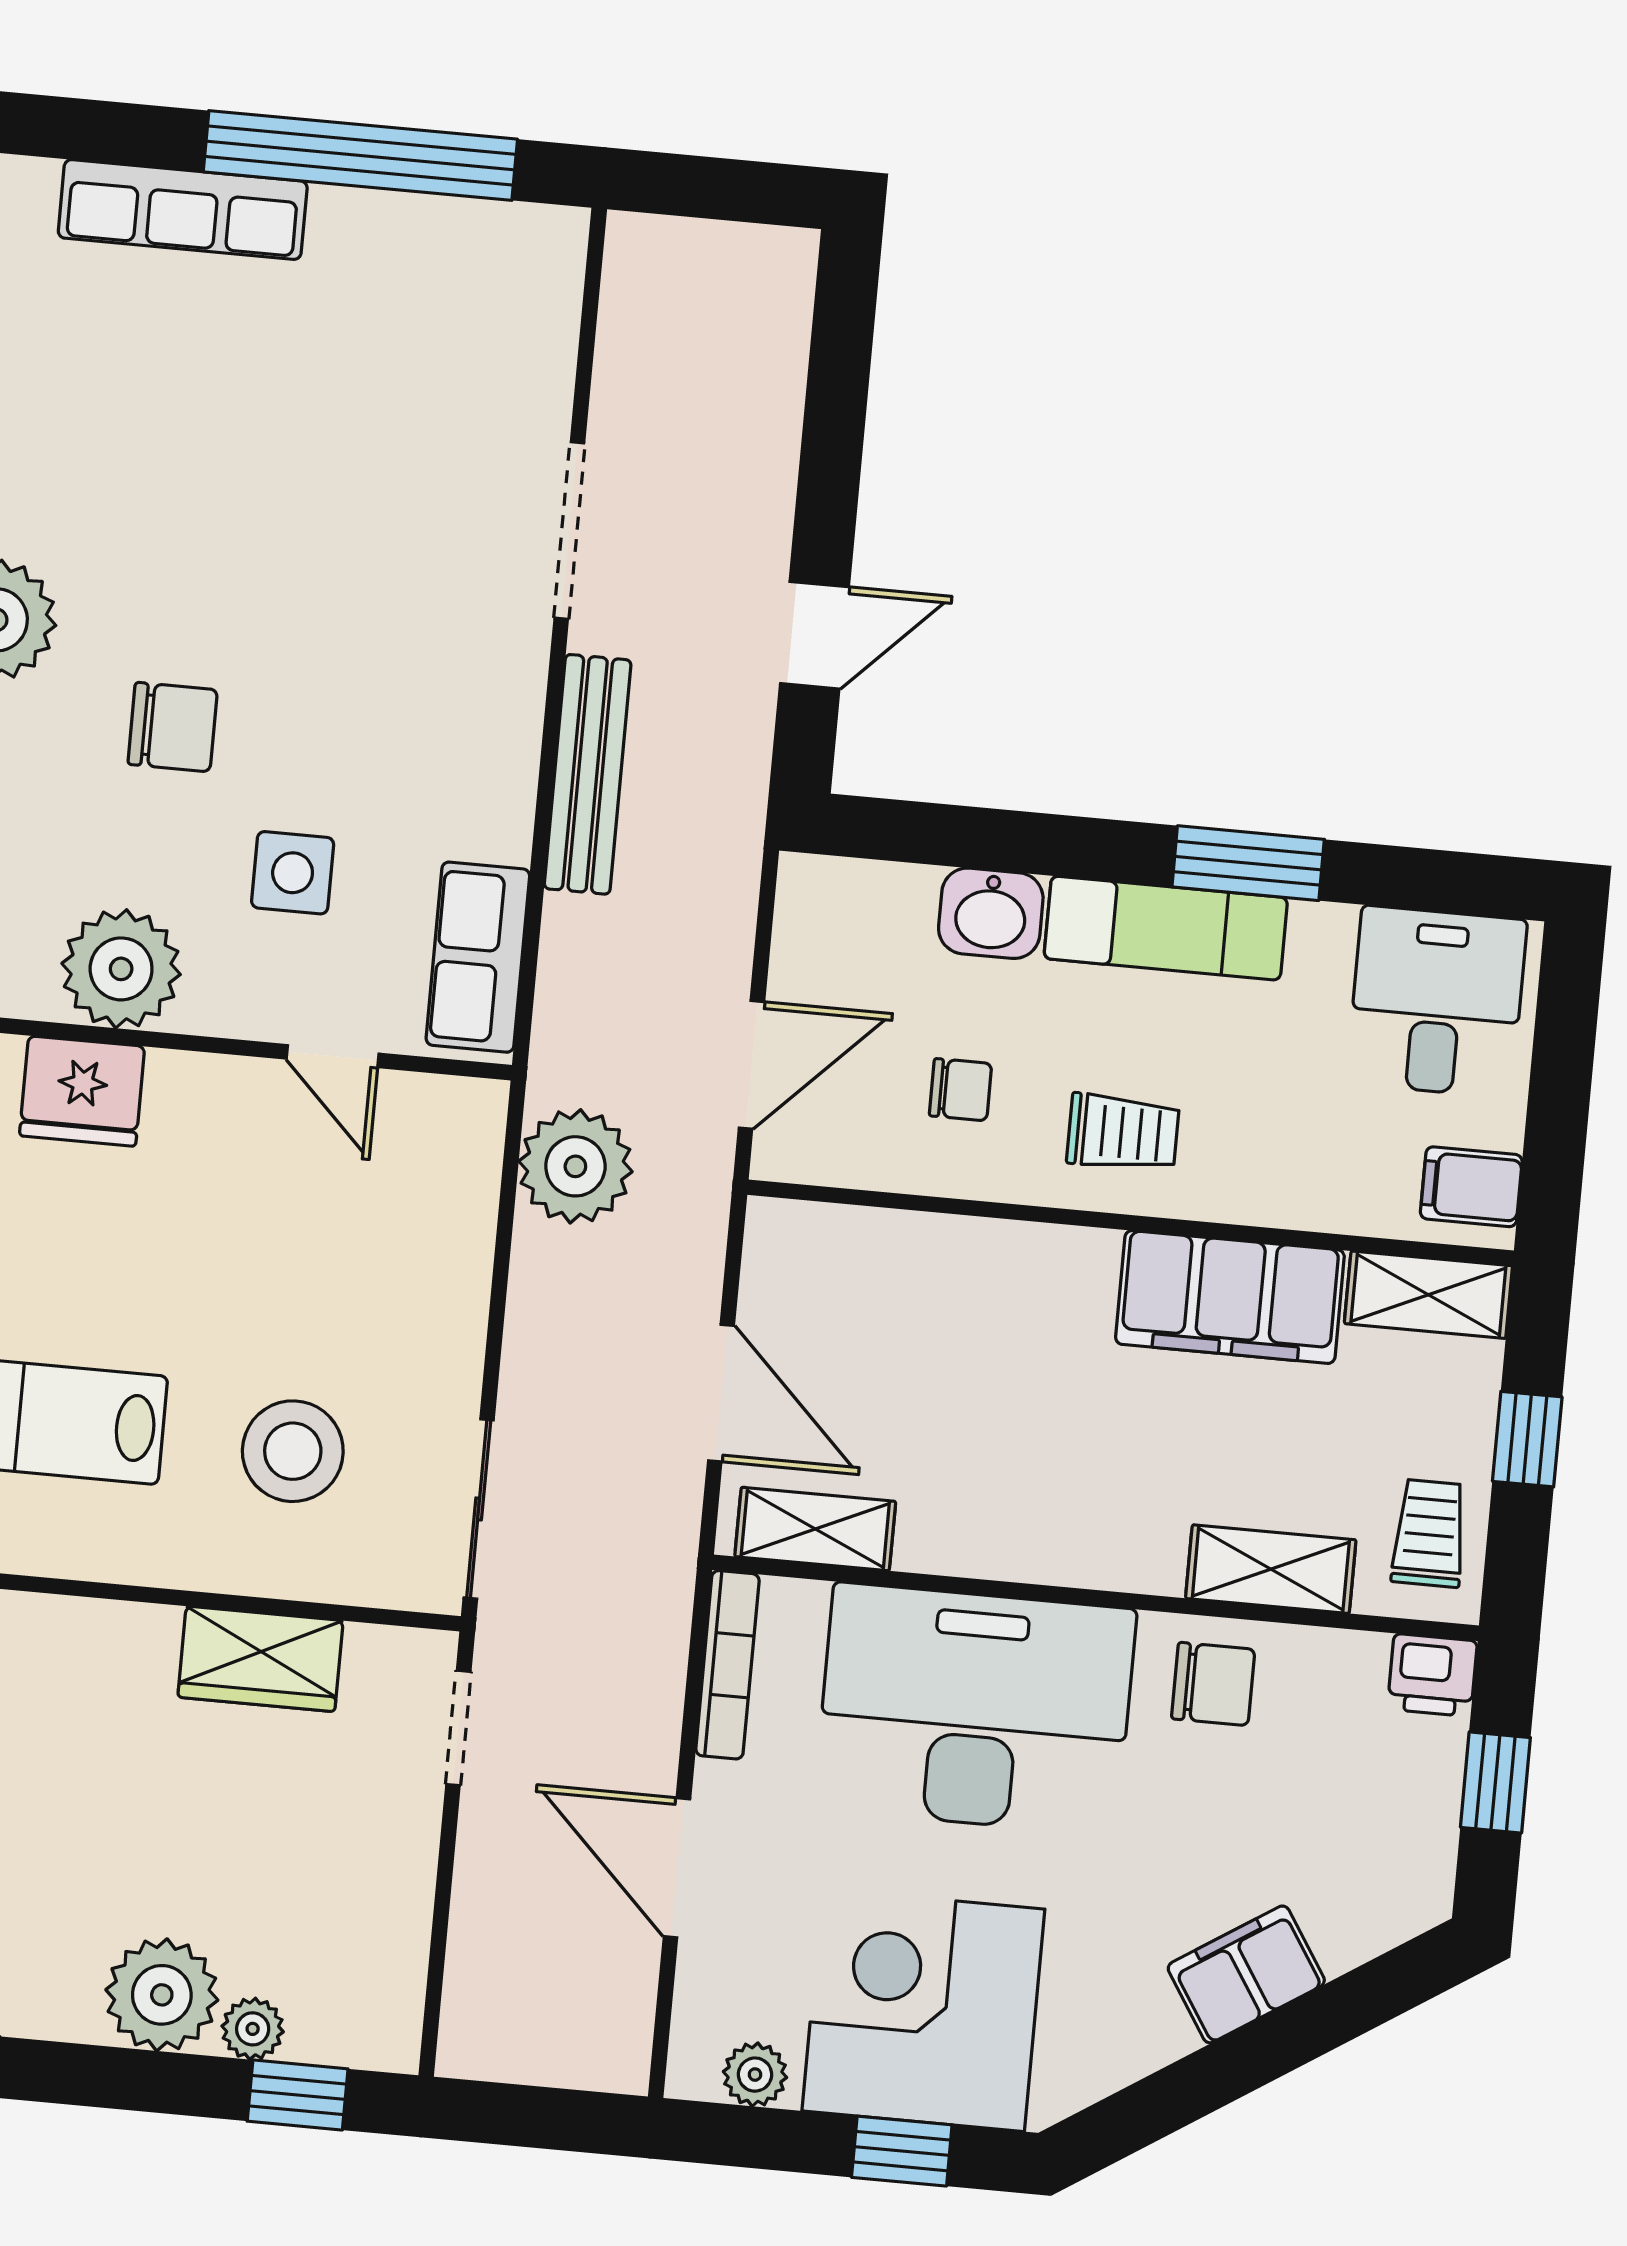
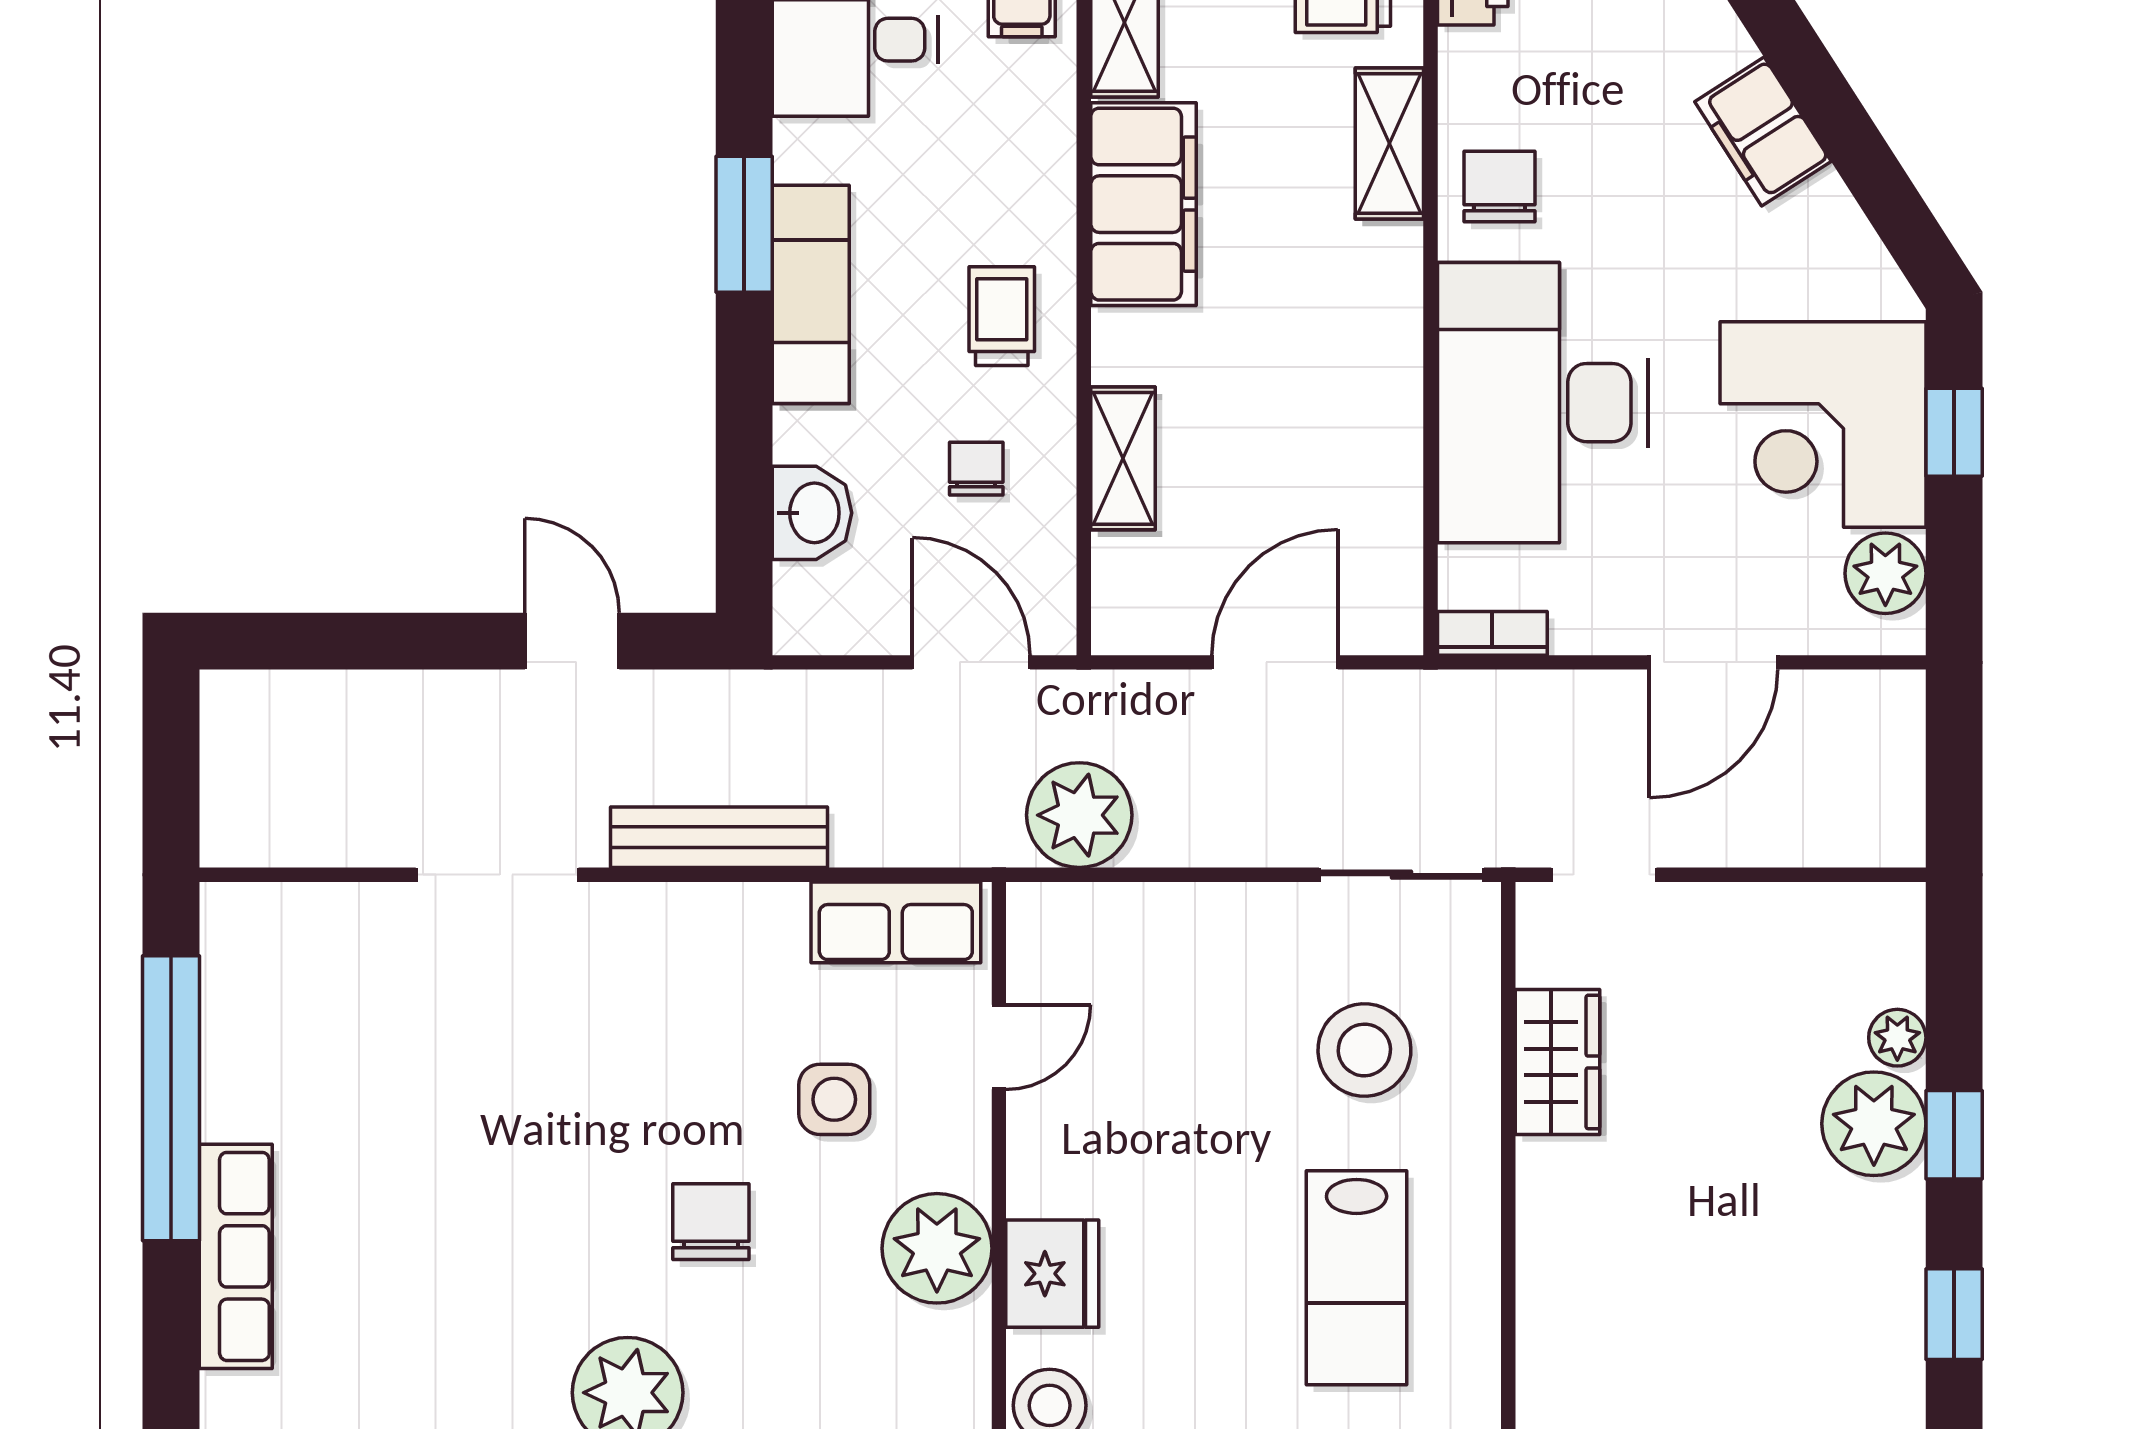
washbasin: (991, 913) -> (812, 513), moved
shelving: (815, 1529) -> (1123, 458), moved
bookcase: (727, 1665) -> (1492, 633), width x0.64
plant: (755, 2075) -> (1885, 573), width x1.38, depth x1.38
window: (298, 2095) -> (1954, 1135), moved

